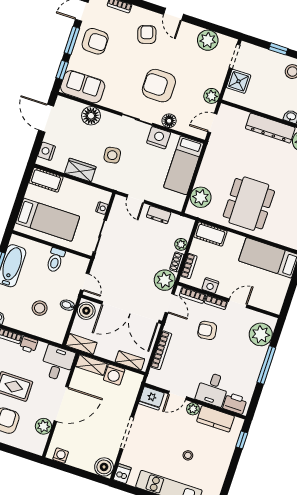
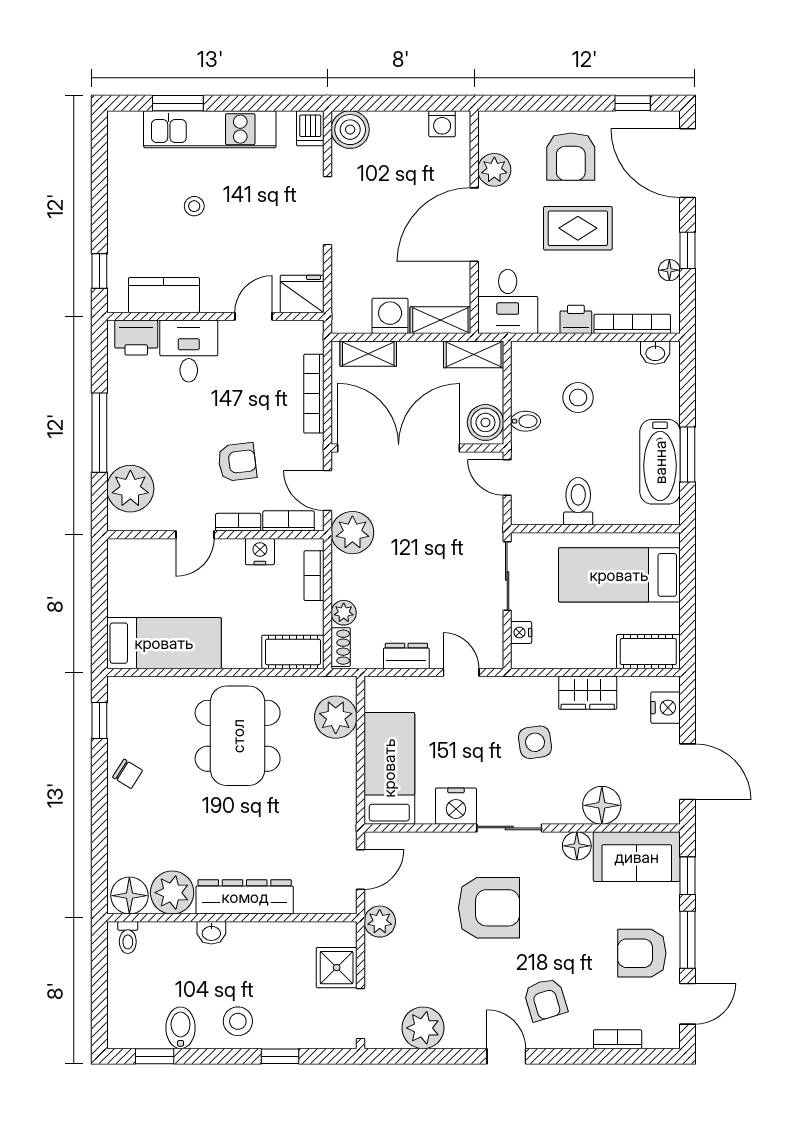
floor lamp: (169, 121) -> (577, 846), moved
shoe rack: (177, 262) -> (341, 647), moved
plant: (193, 409) -> (214, 300), removed

